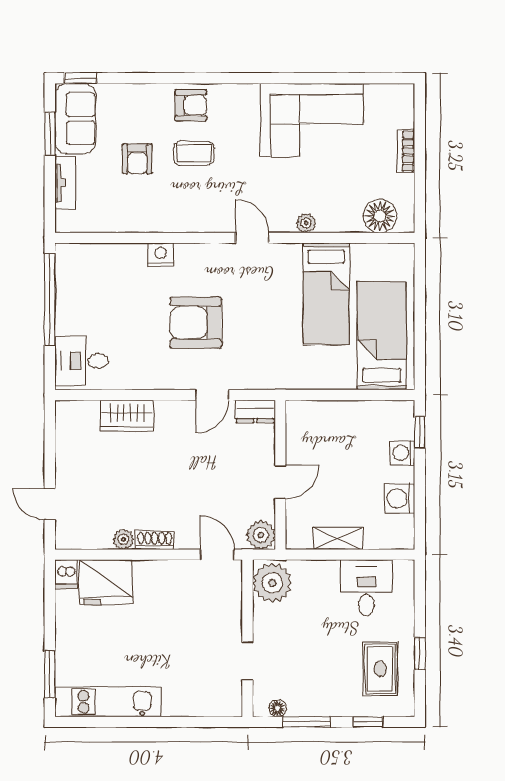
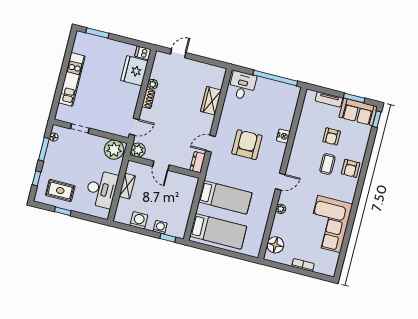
armchair: (137, 159) -> (332, 136), turned -90
bed: (326, 294) -> (225, 197), moved, turned 180
door: (212, 395) -> (210, 144), hinge flipped
desk: (366, 588) -> (102, 189), width x1.37
kitchen unit: (108, 702) -> (72, 79), moved

